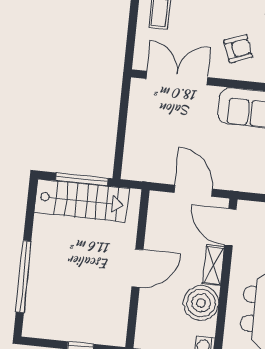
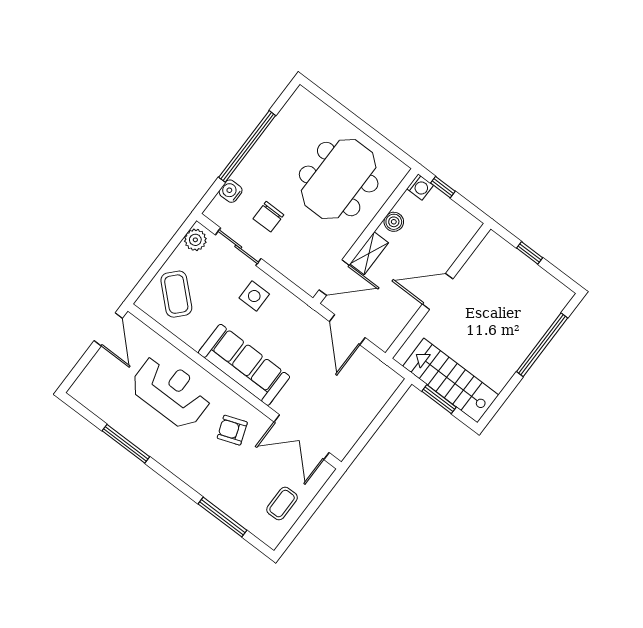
window: (82, 179) -> (439, 399), width x0.69
door: (231, 227) -> (334, 277), hinge flipped
boiler: (201, 303) -> (394, 222), width x0.54, depth x0.54

